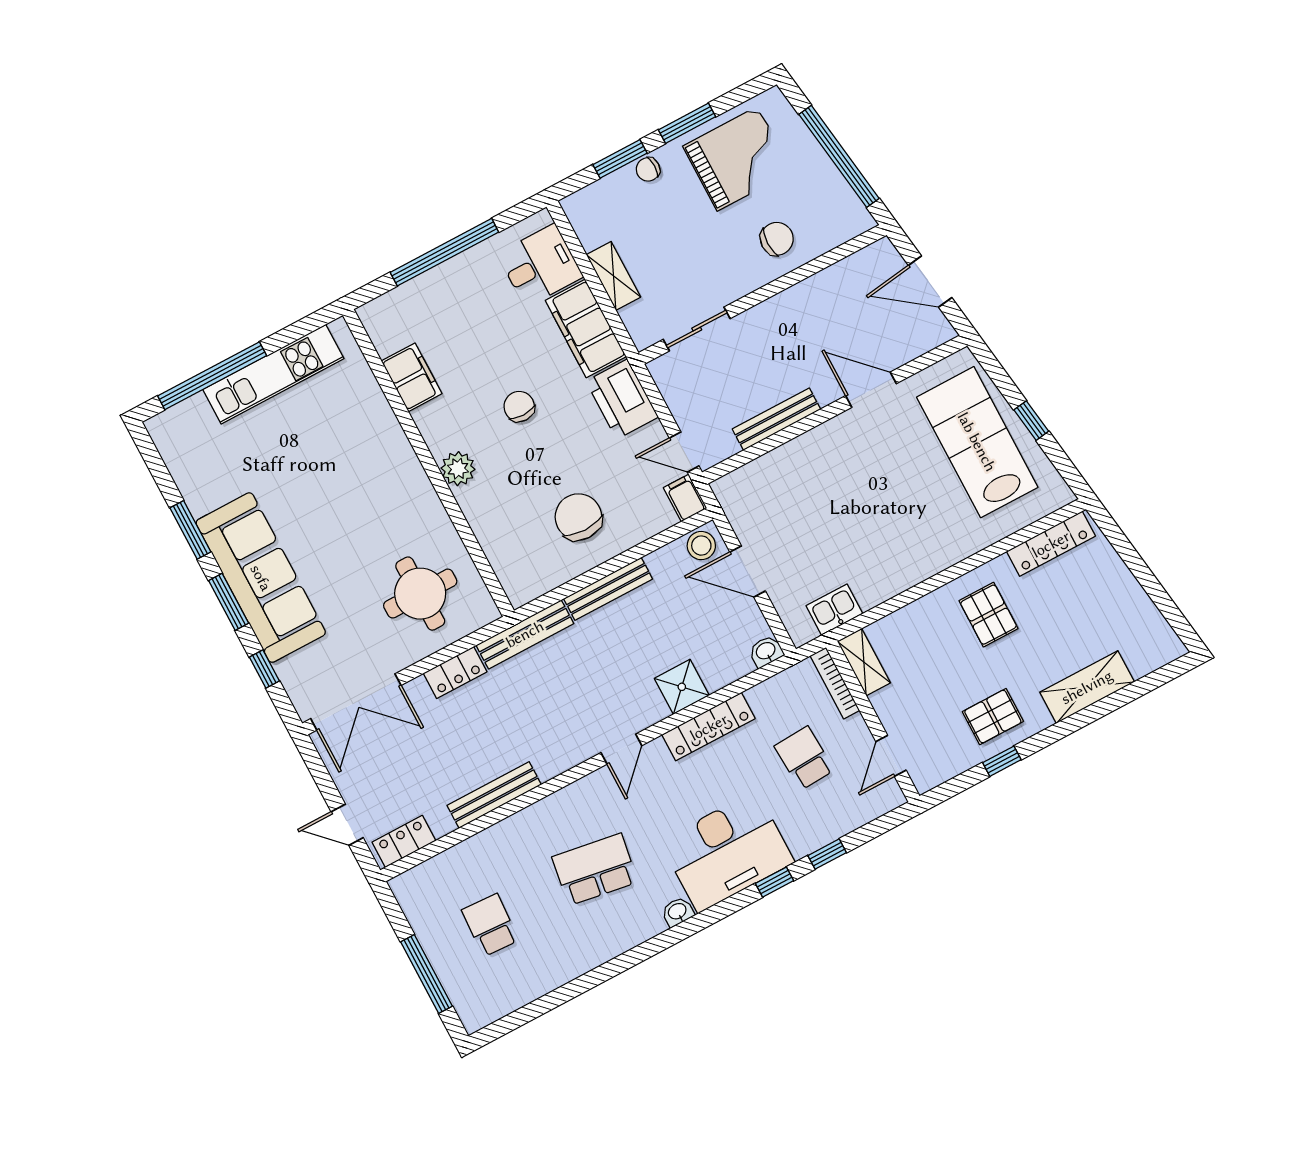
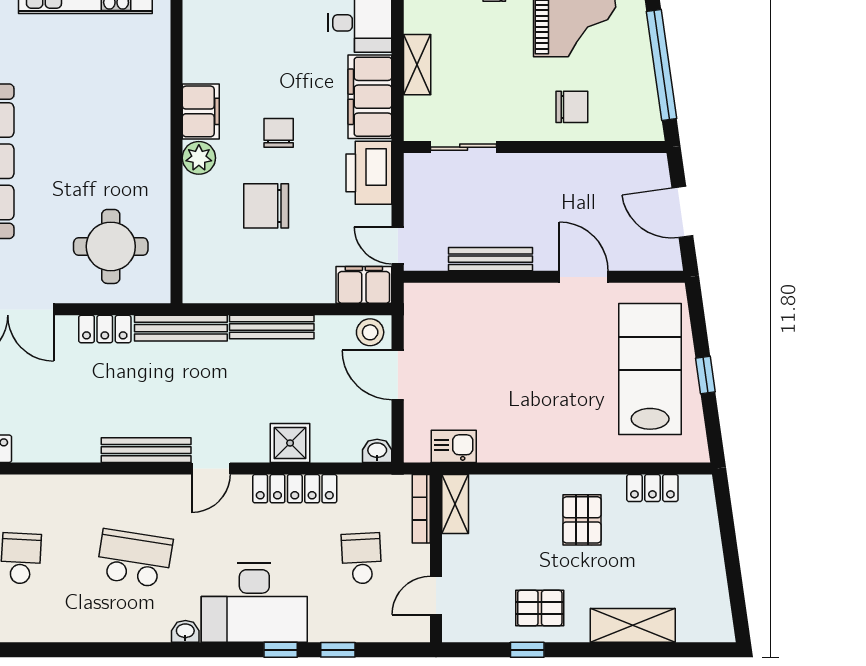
filing cabinet: (412, 377) -> (201, 111), moved
filing cabinet: (685, 498) -> (364, 285), width x2.00
chair: (578, 517) -> (266, 206), moved, turned -90
locker: (1051, 544) -> (652, 488), width x0.66
bench: (494, 795) -> (146, 450), moved

